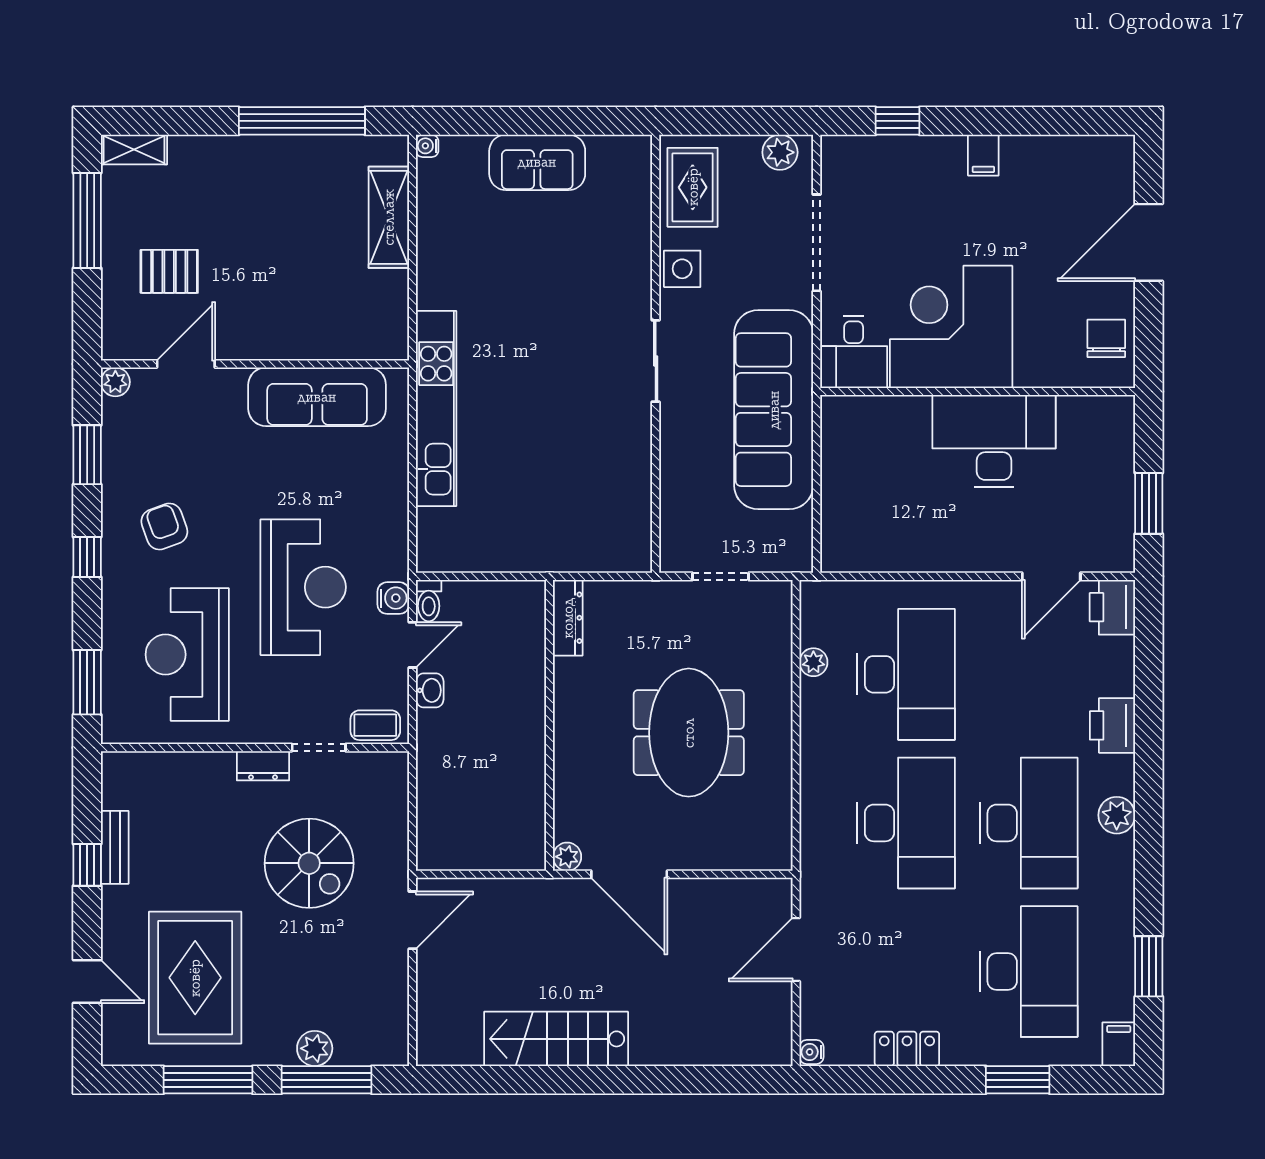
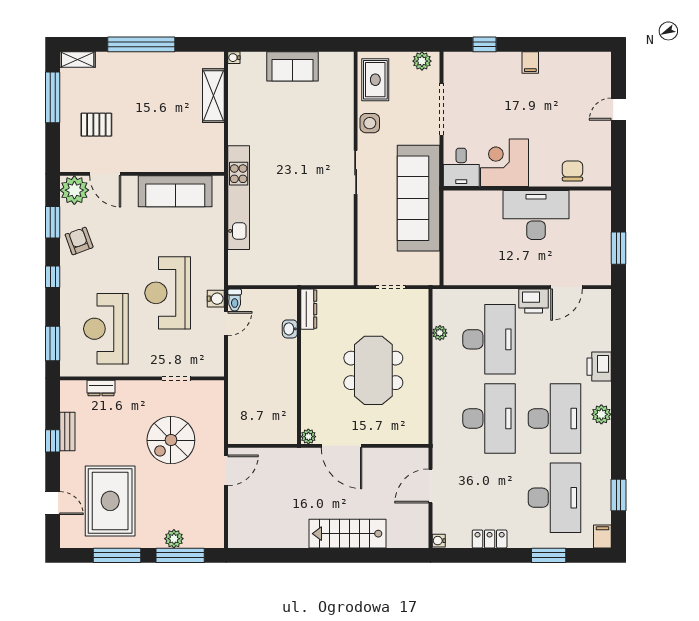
window: (302, 121) -> (141, 44), moved
door: (1149, 242) -> (618, 109), width x0.53
corner desk: (951, 327) -> (504, 163), width x0.74, depth x0.74
chair: (1106, 338) -> (572, 171), moved
door: (186, 364) -> (105, 174), swing flipped
plant: (115, 382) -> (74, 190), width x1.87, depth x1.87
armchair: (164, 527) -> (79, 241), moved
reception desk: (303, 587) -> (168, 293), turned 180
printer: (1112, 607) -> (534, 301), moved, turned -90
washbasin: (430, 690) -> (290, 329), moved, turned 180
coffee table: (375, 725) -> (206, 366), removed
dresser: (263, 766) -> (101, 388), moved
spiral stairs: (309, 863) -> (171, 440), turned 90
stairs: (556, 1039) -> (348, 534), moved

